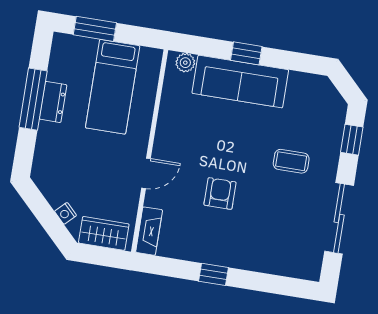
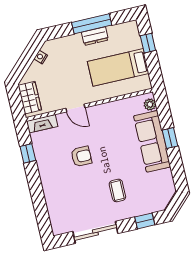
window: (95, 29) -> (148, 43), width x0.67
nightstand: (66, 213) -> (41, 57), moved
window: (213, 274) -> (28, 153), moved

